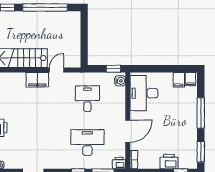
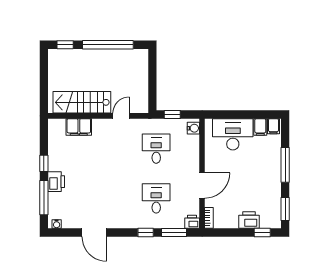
window: (113, 69) -> (172, 114), moved
filing cabinet: (37, 80) -> (79, 127), moved
desk: (144, 93) -> (233, 134), moved, turned 90
desk: (87, 142) -> (156, 198), width x0.73

